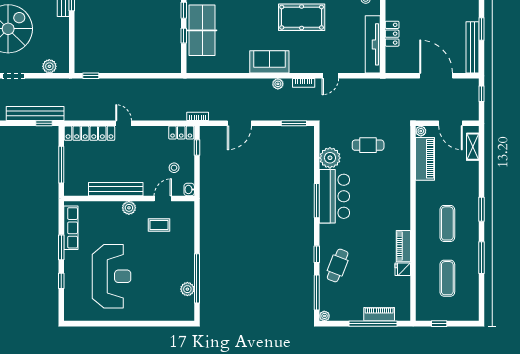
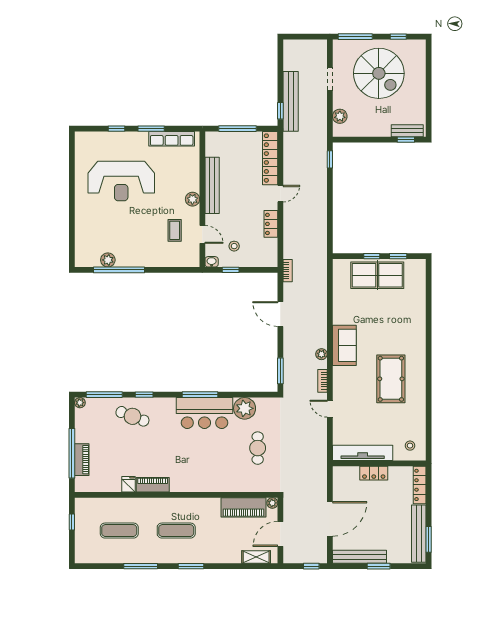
locker: (181, 133) -> (271, 224), moved
window: (197, 147) -> (231, 270), moved

